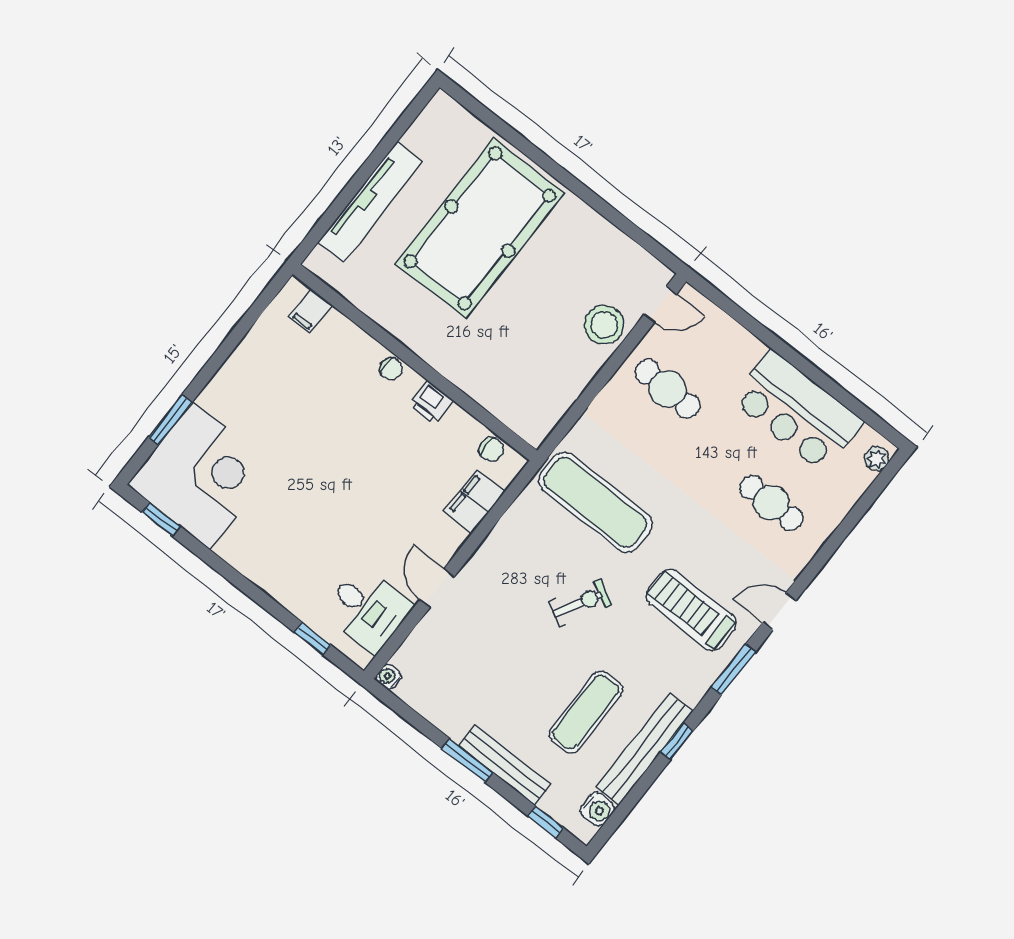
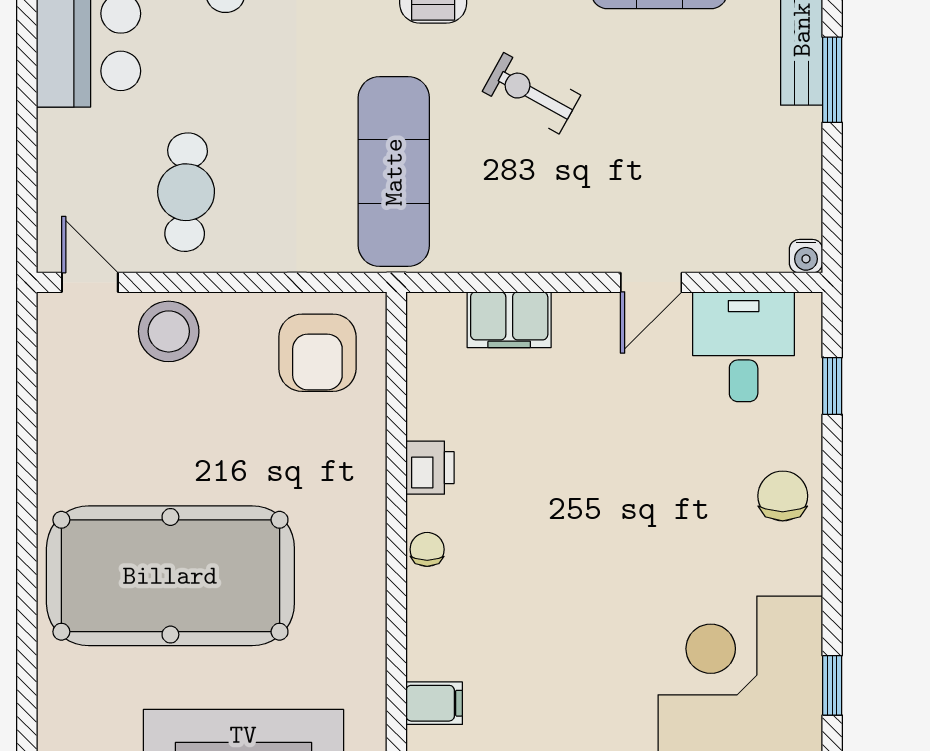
armchair: (534, 392) -> (317, 353), added
chair: (492, 450) -> (783, 496), moved, width x1.37, depth x1.37

